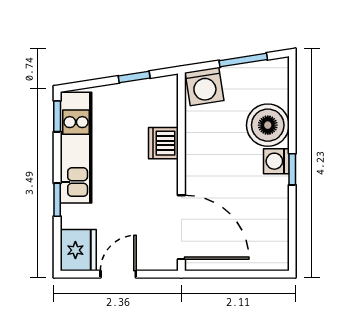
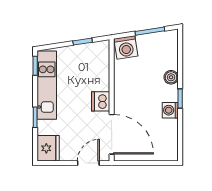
boiler: (268, 125) -> (171, 77), width x0.54, depth x0.54
dishwasher: (163, 143) -> (101, 101), moved
washing machine: (276, 161) -> (170, 110), moved
door: (118, 274) -> (88, 163), moved

